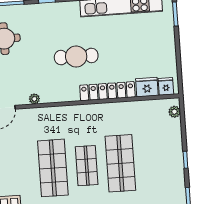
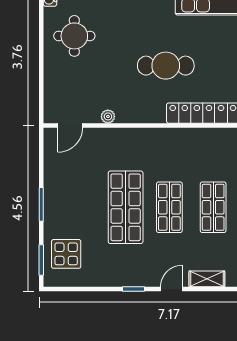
shop shelf: (120, 163) -> (213, 207), width x0.70, depth x0.74

